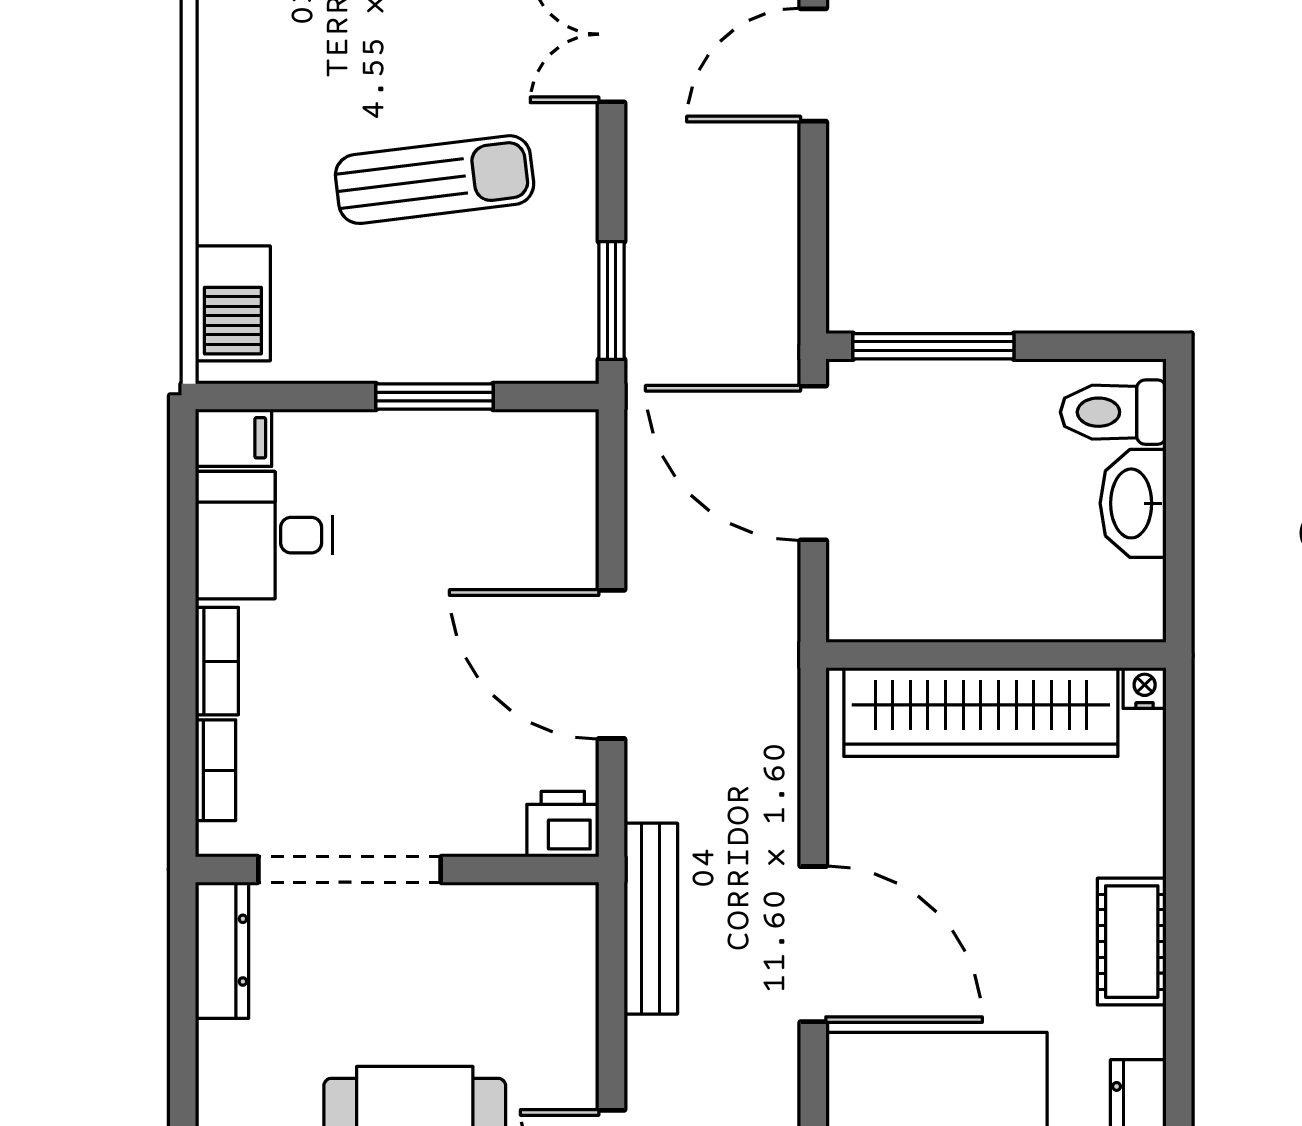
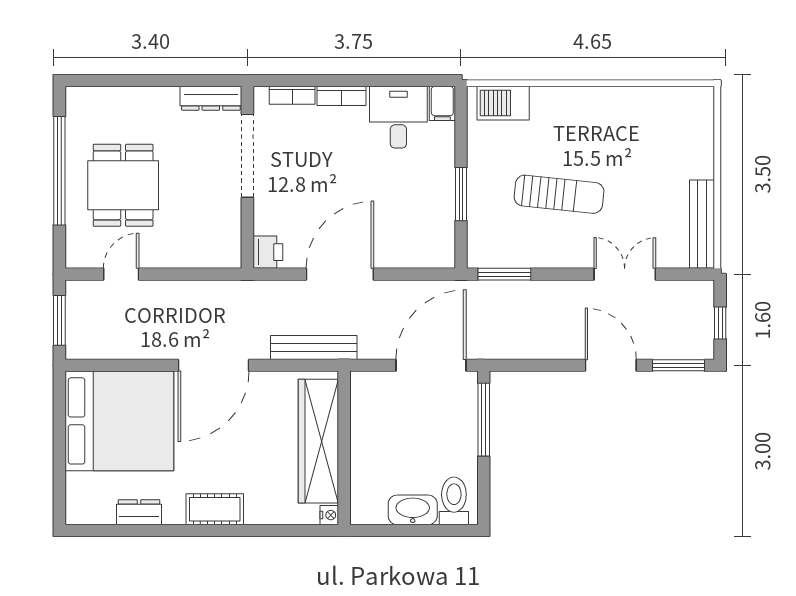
sun lounger: (435, 180) -> (559, 194), turned -77
bench: (651, 919) -> (314, 348), moved

